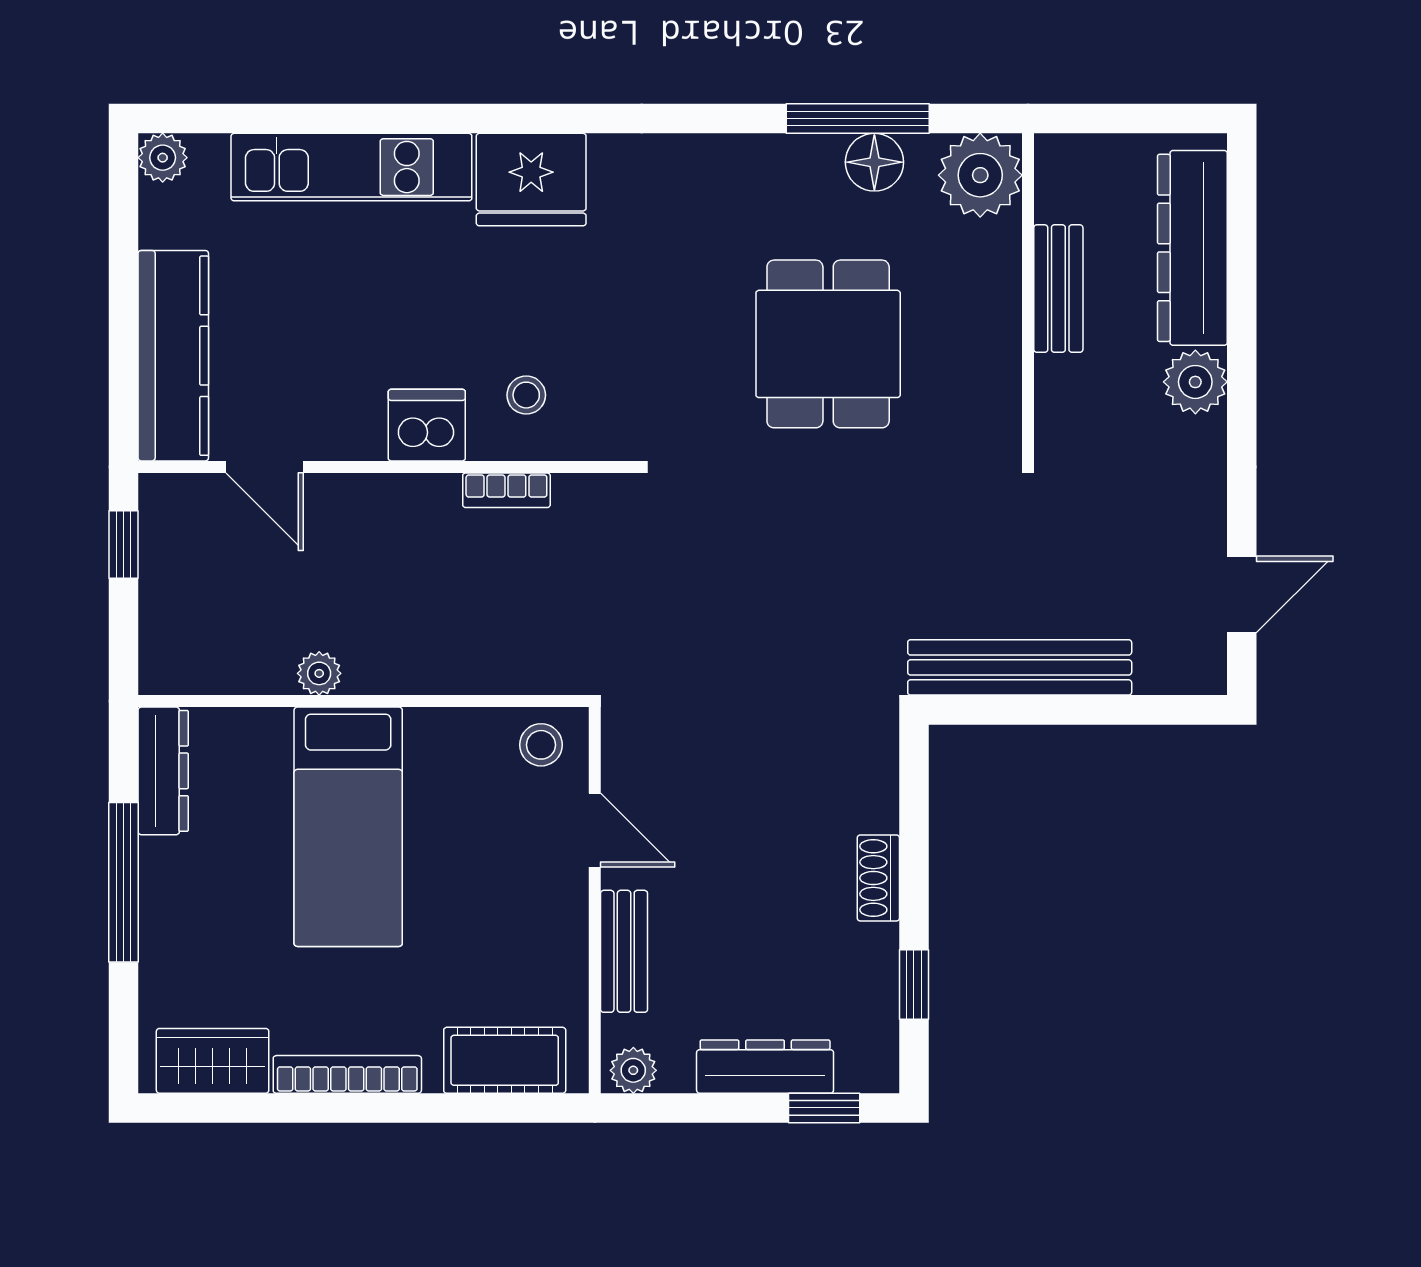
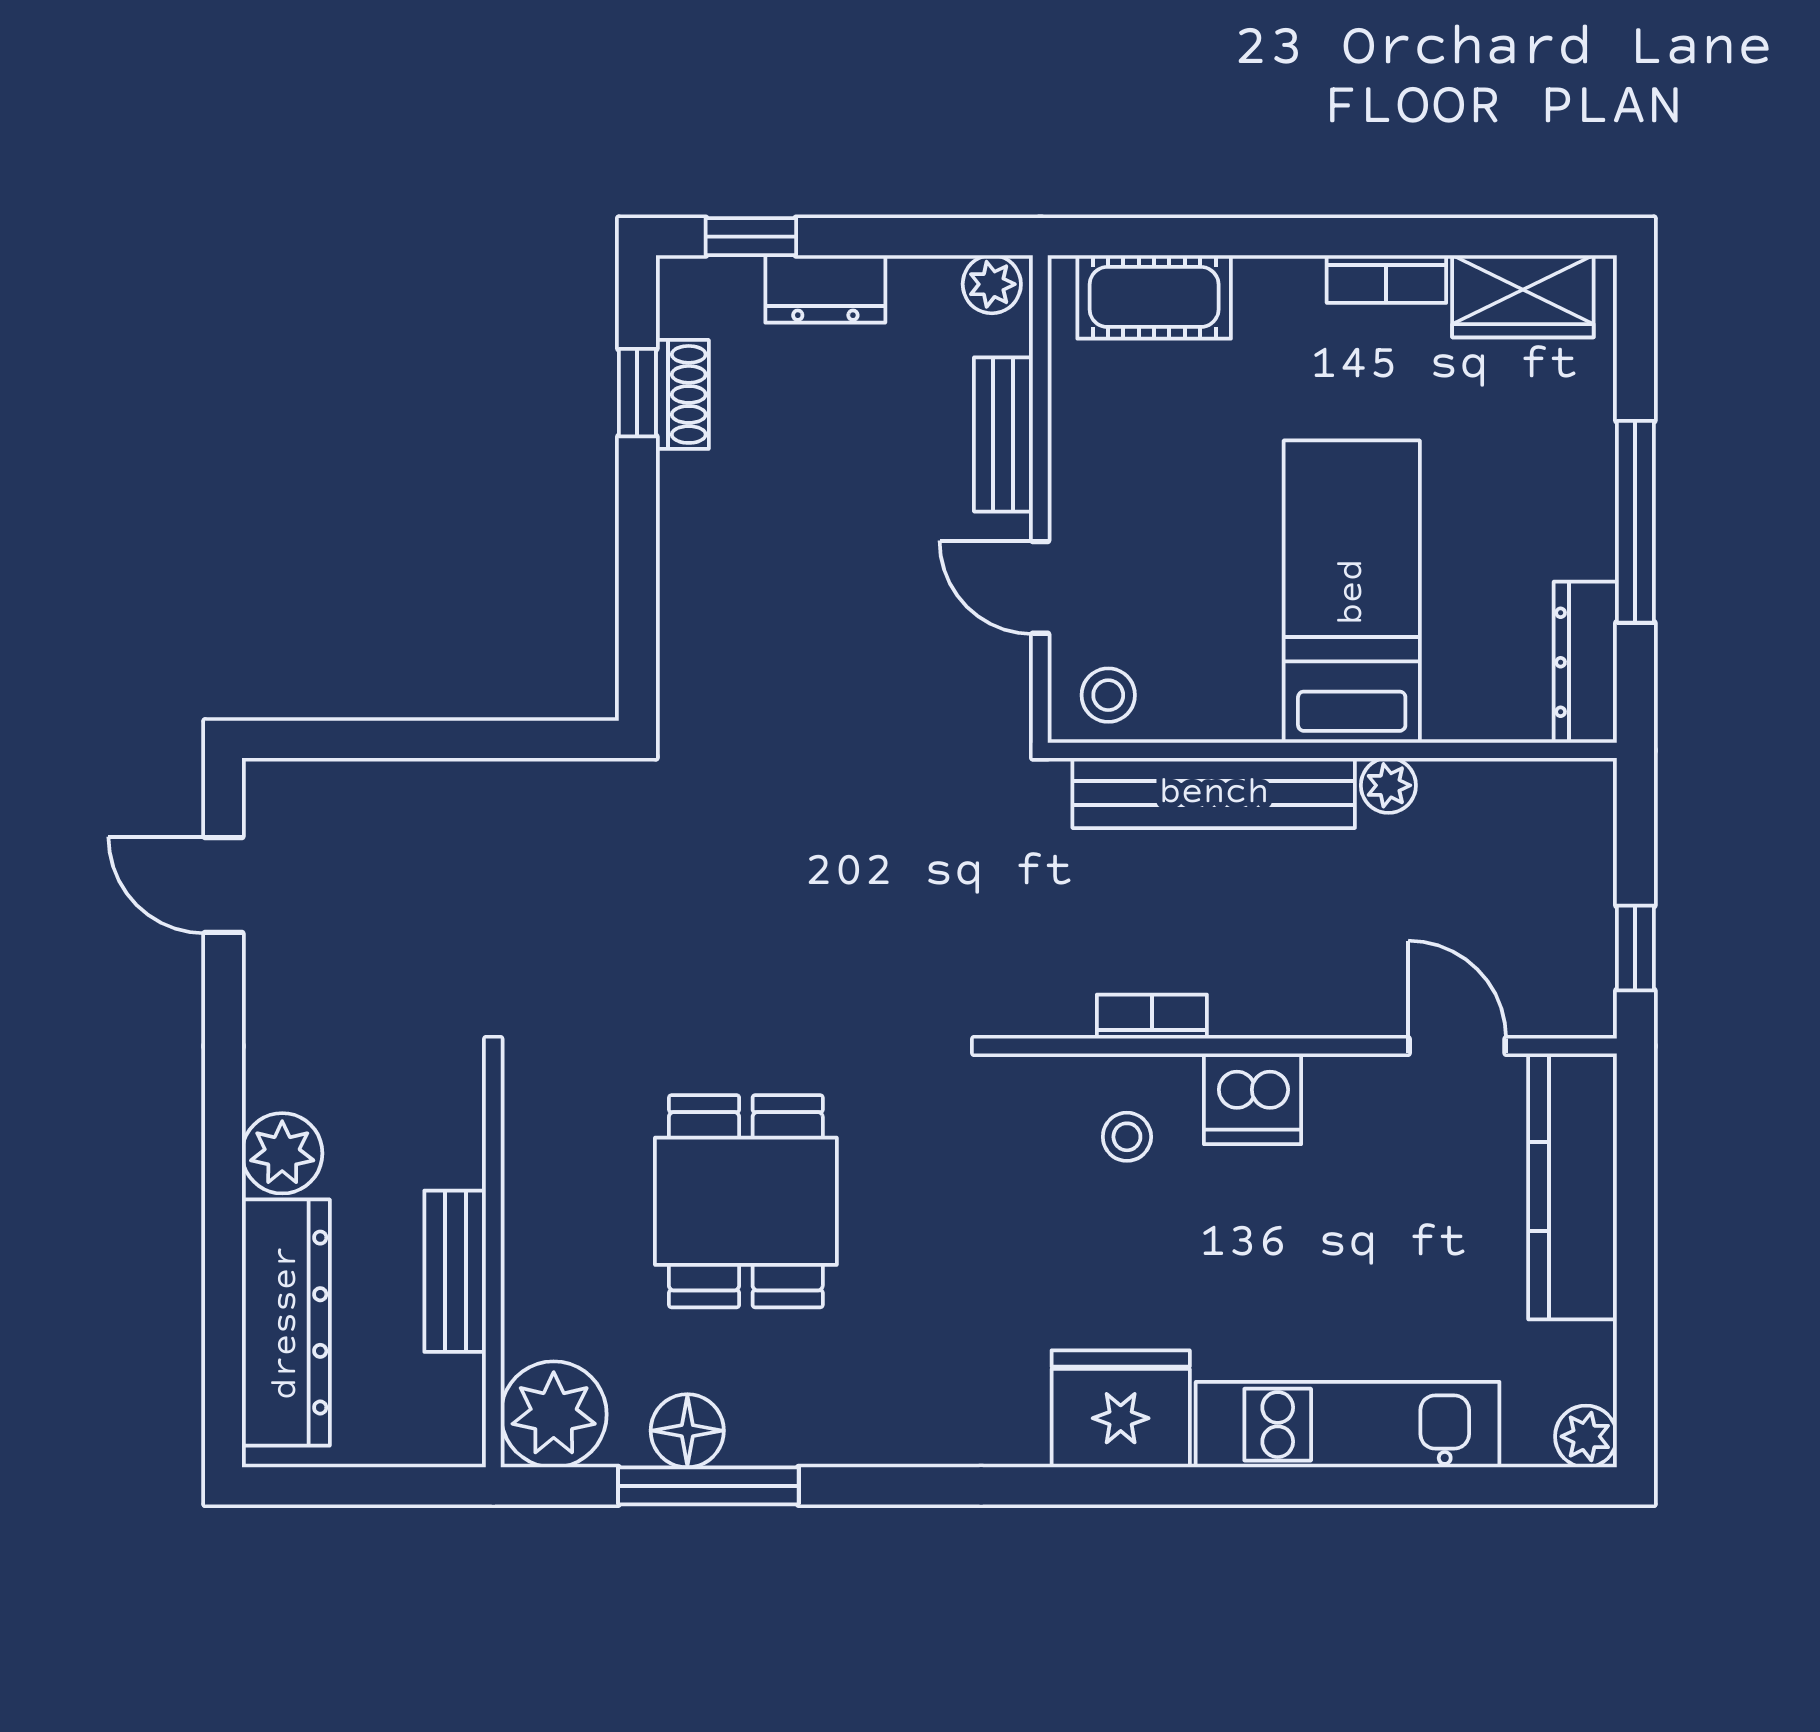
door: (1242, 594) -> (223, 885), hinge flipped
bench: (1020, 667) -> (1214, 793), moved
shoe rack: (878, 878) -> (682, 394), moved
dresser: (765, 1067) -> (825, 289), width x0.70
bookcase: (347, 1074) -> (1386, 279), width x0.64

